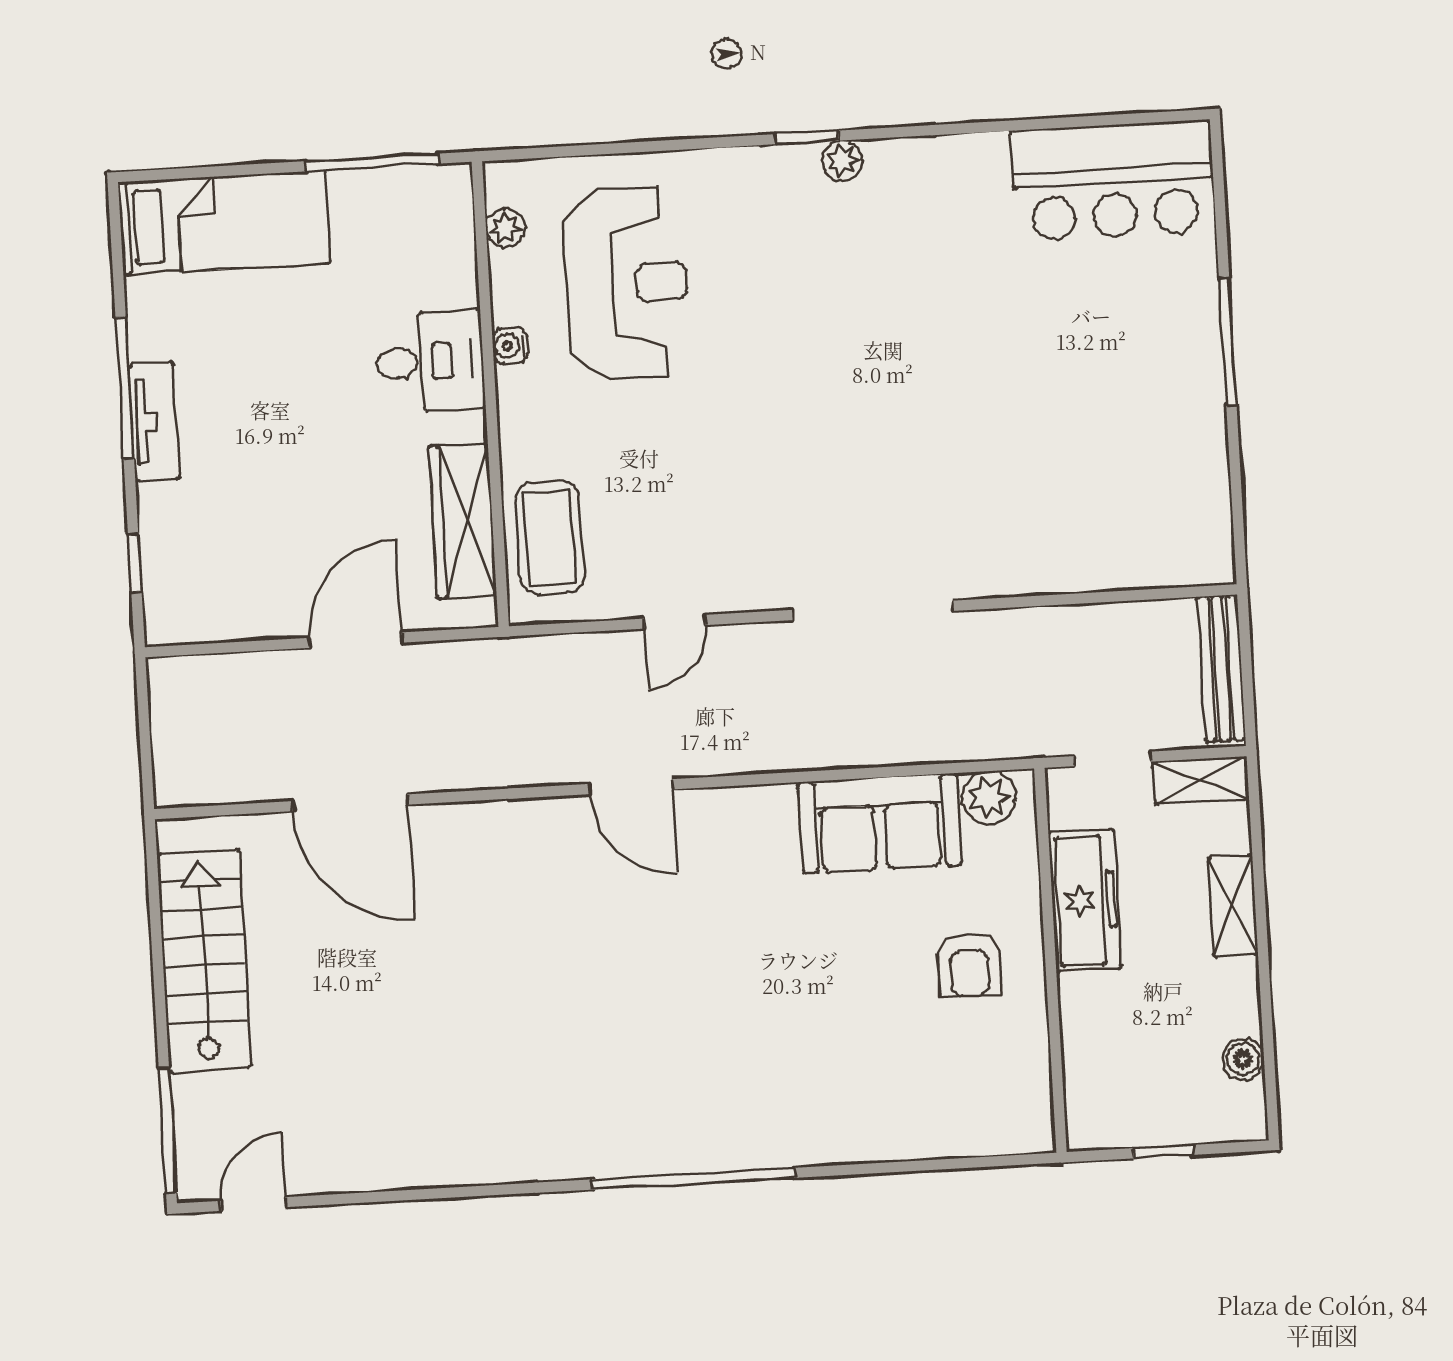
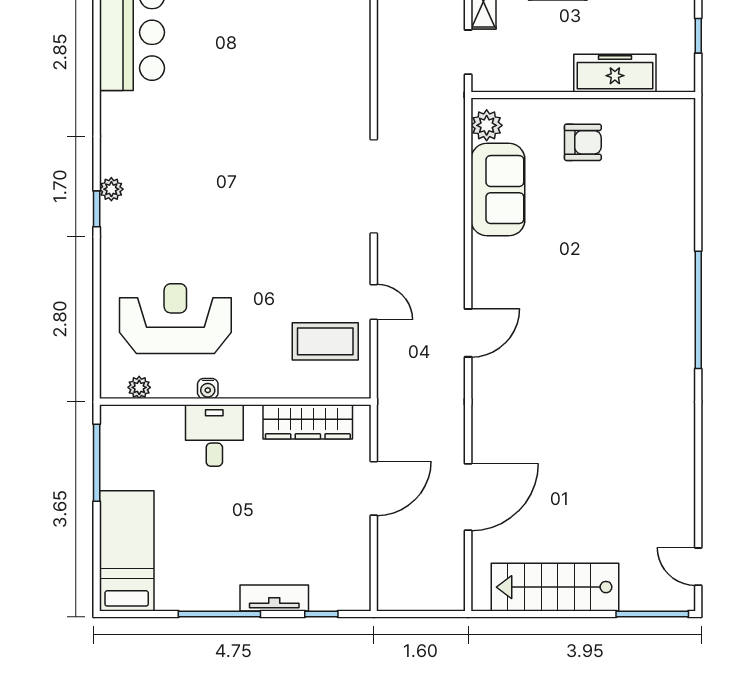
tv unit: (154, 421) -> (274, 598), moved
coffee table: (550, 537) -> (325, 341), moved
door: (355, 640) -> (374, 488), swing flipped
freezer: (1085, 901) -> (615, 73), moved

